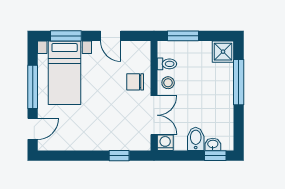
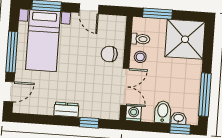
shower: (223, 52) -> (185, 39), width x1.86, depth x1.86
window: (239, 82) -> (205, 95), moved
dresser: (94, 143) -> (66, 109), added

